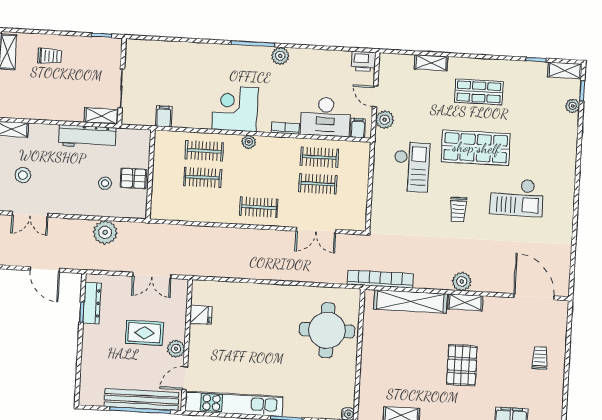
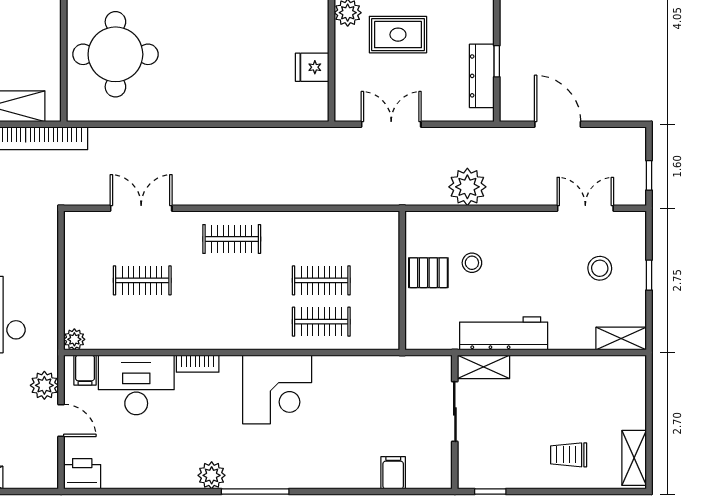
filing cabinet: (164, 116) -> (393, 473), moved, turned 180
plant: (249, 142) -> (74, 339), moved
clothes rail: (319, 157) -> (142, 322), removed

